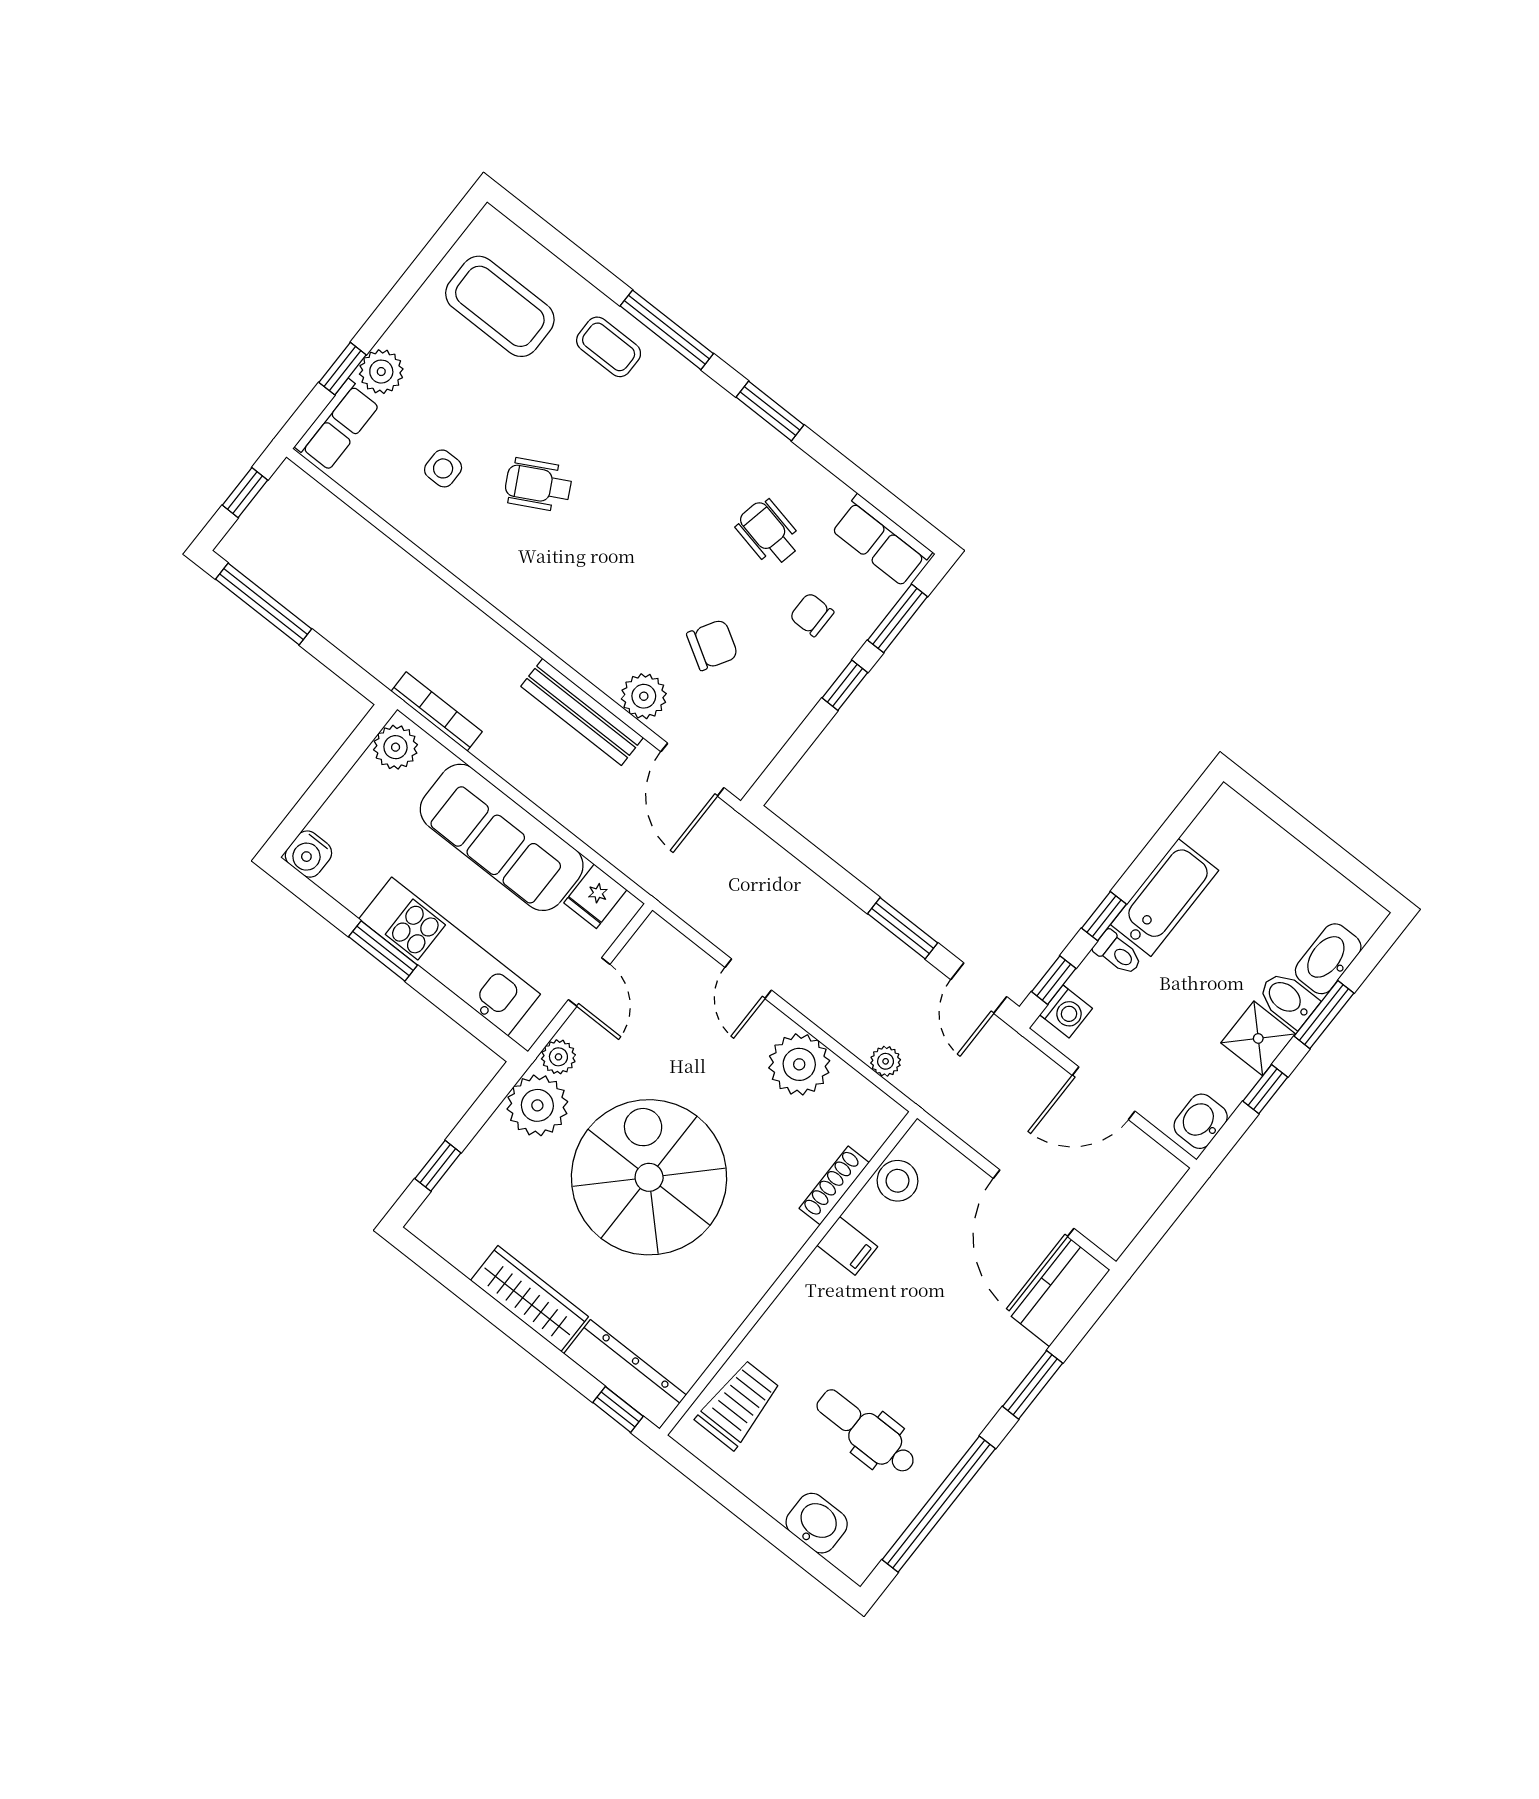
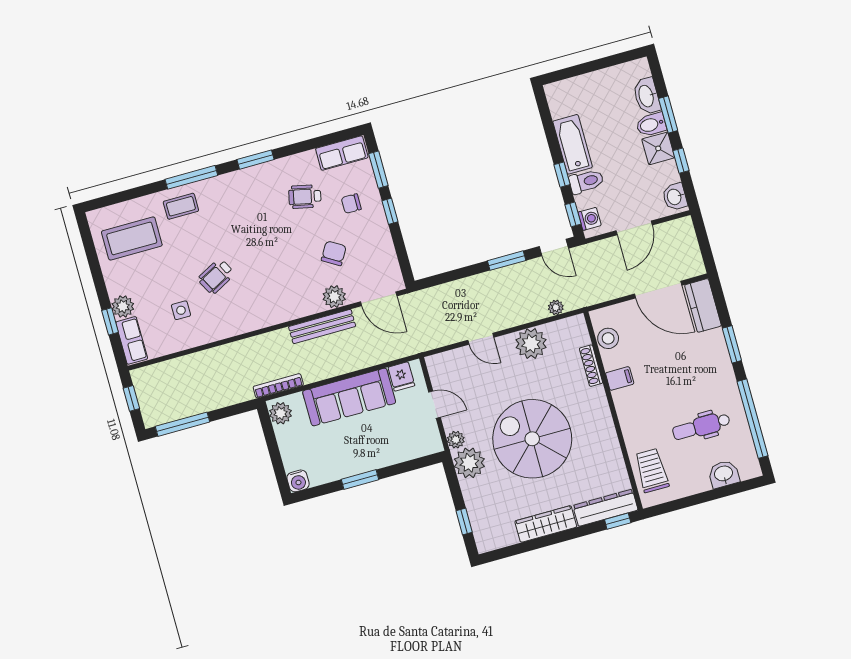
toilet: (1118, 953) -> (586, 181), width x1.37, depth x1.39
kitchen unit: (450, 956) -> (382, 454), removed

